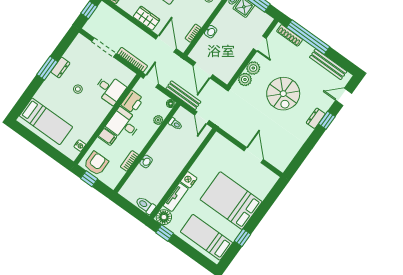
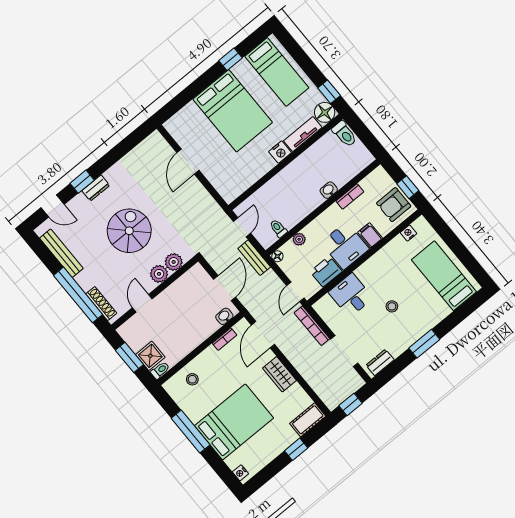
washbasin: (211, 32) -> (224, 316), moved
dresser: (60, 67) -> (380, 362), moved
bench: (183, 95) -> (254, 258), width x0.73

